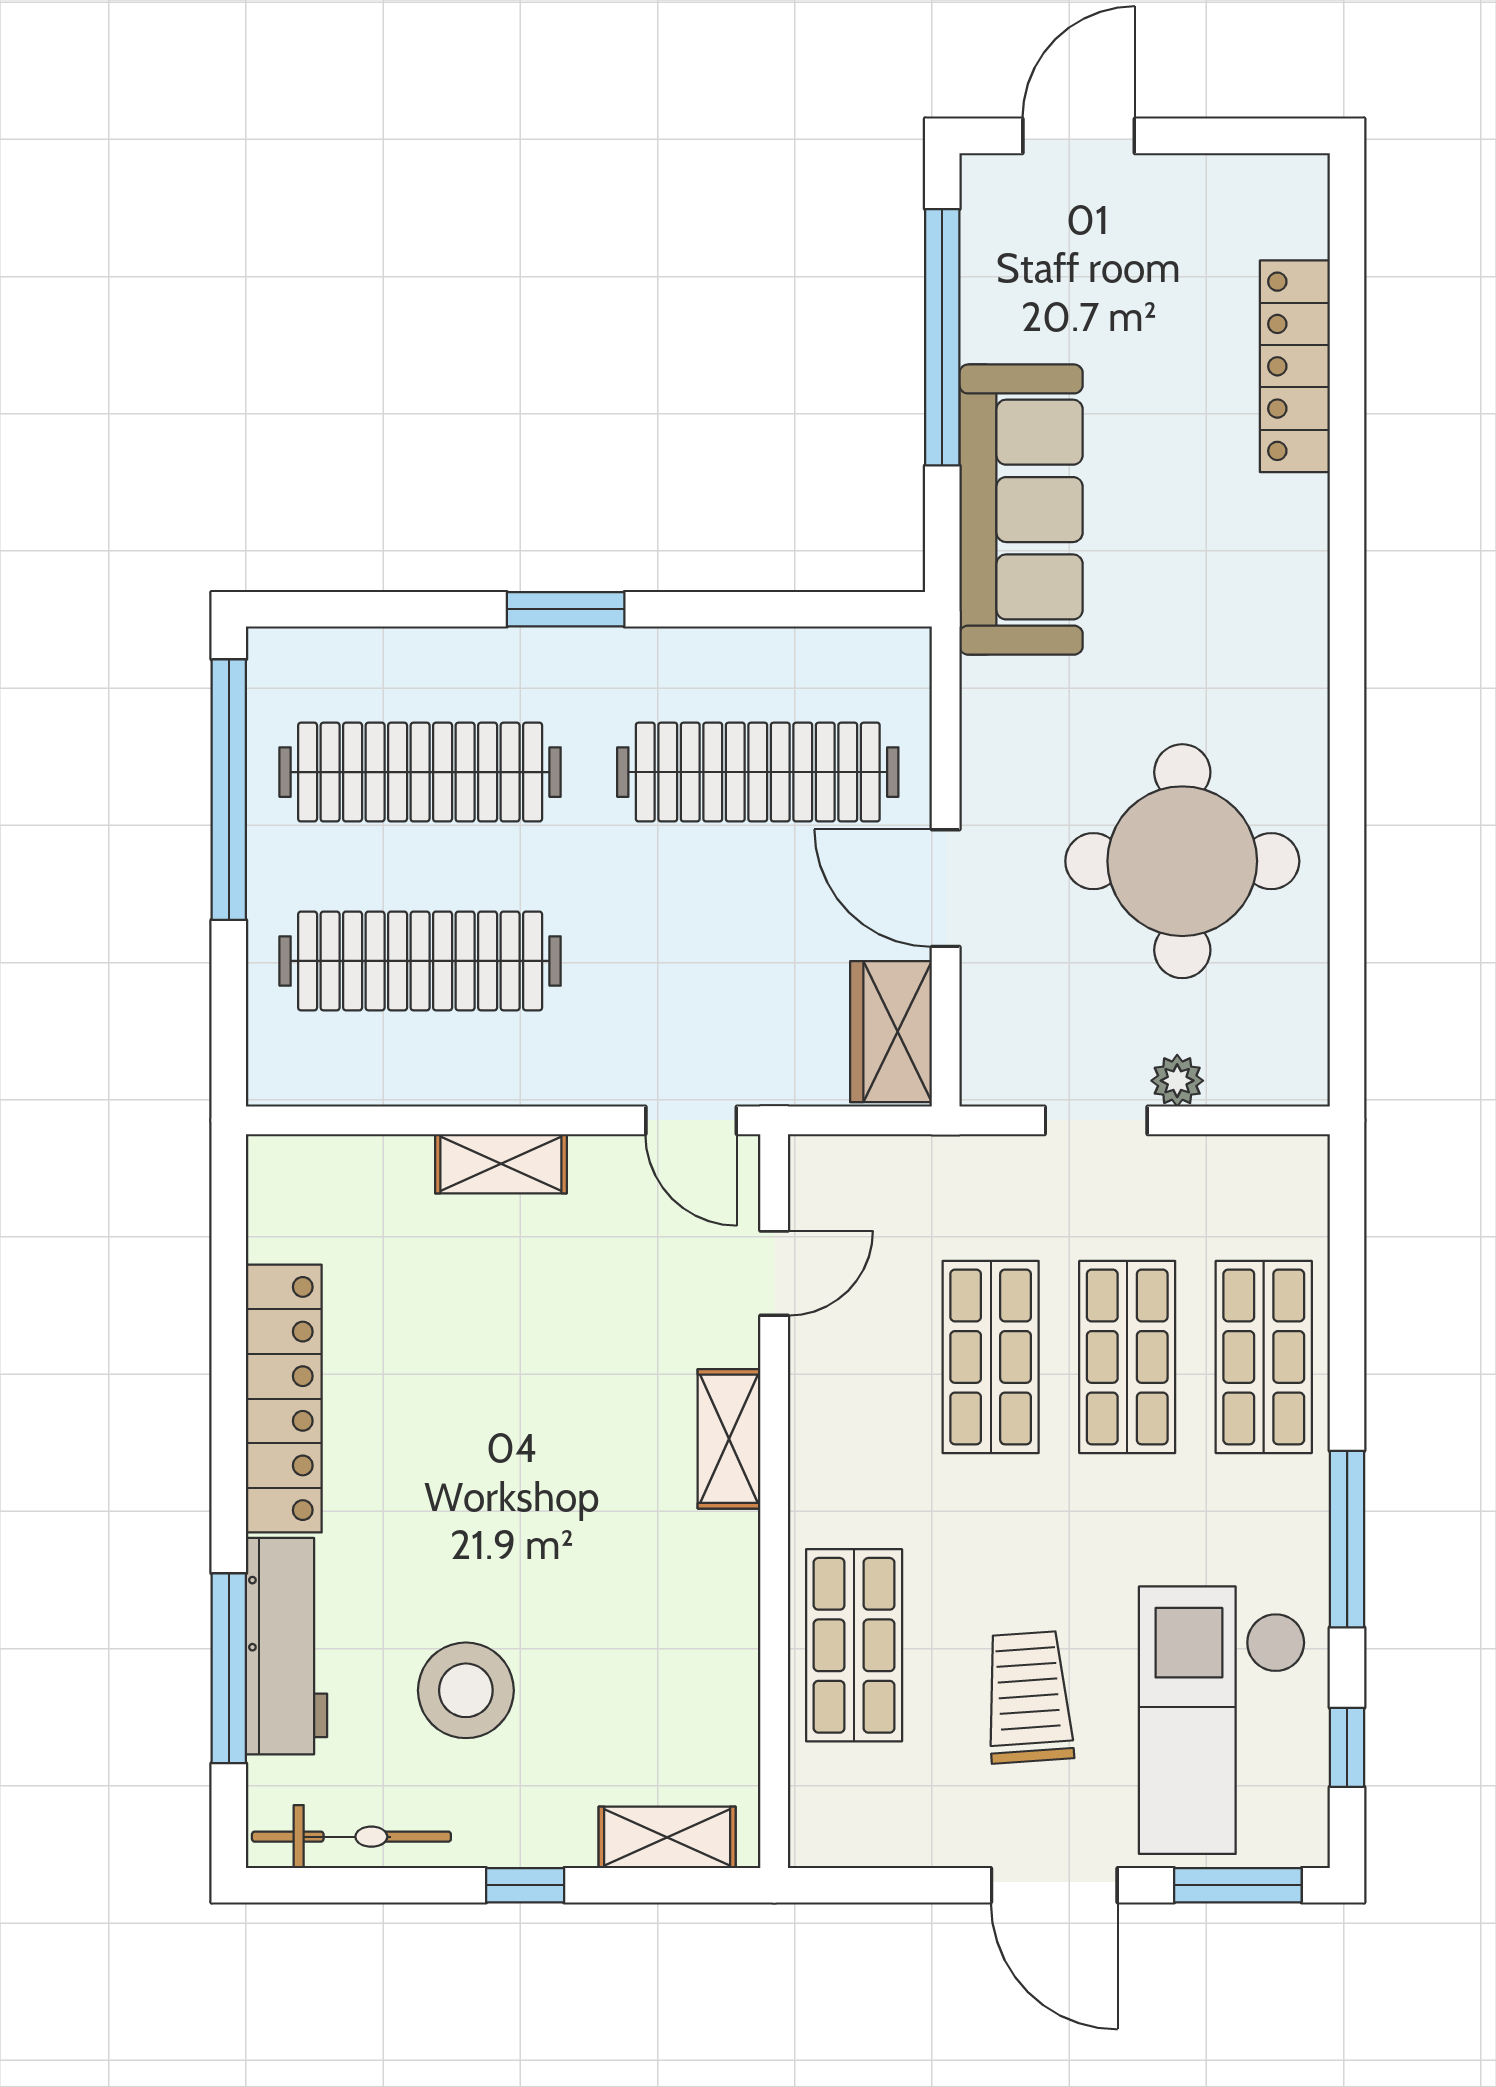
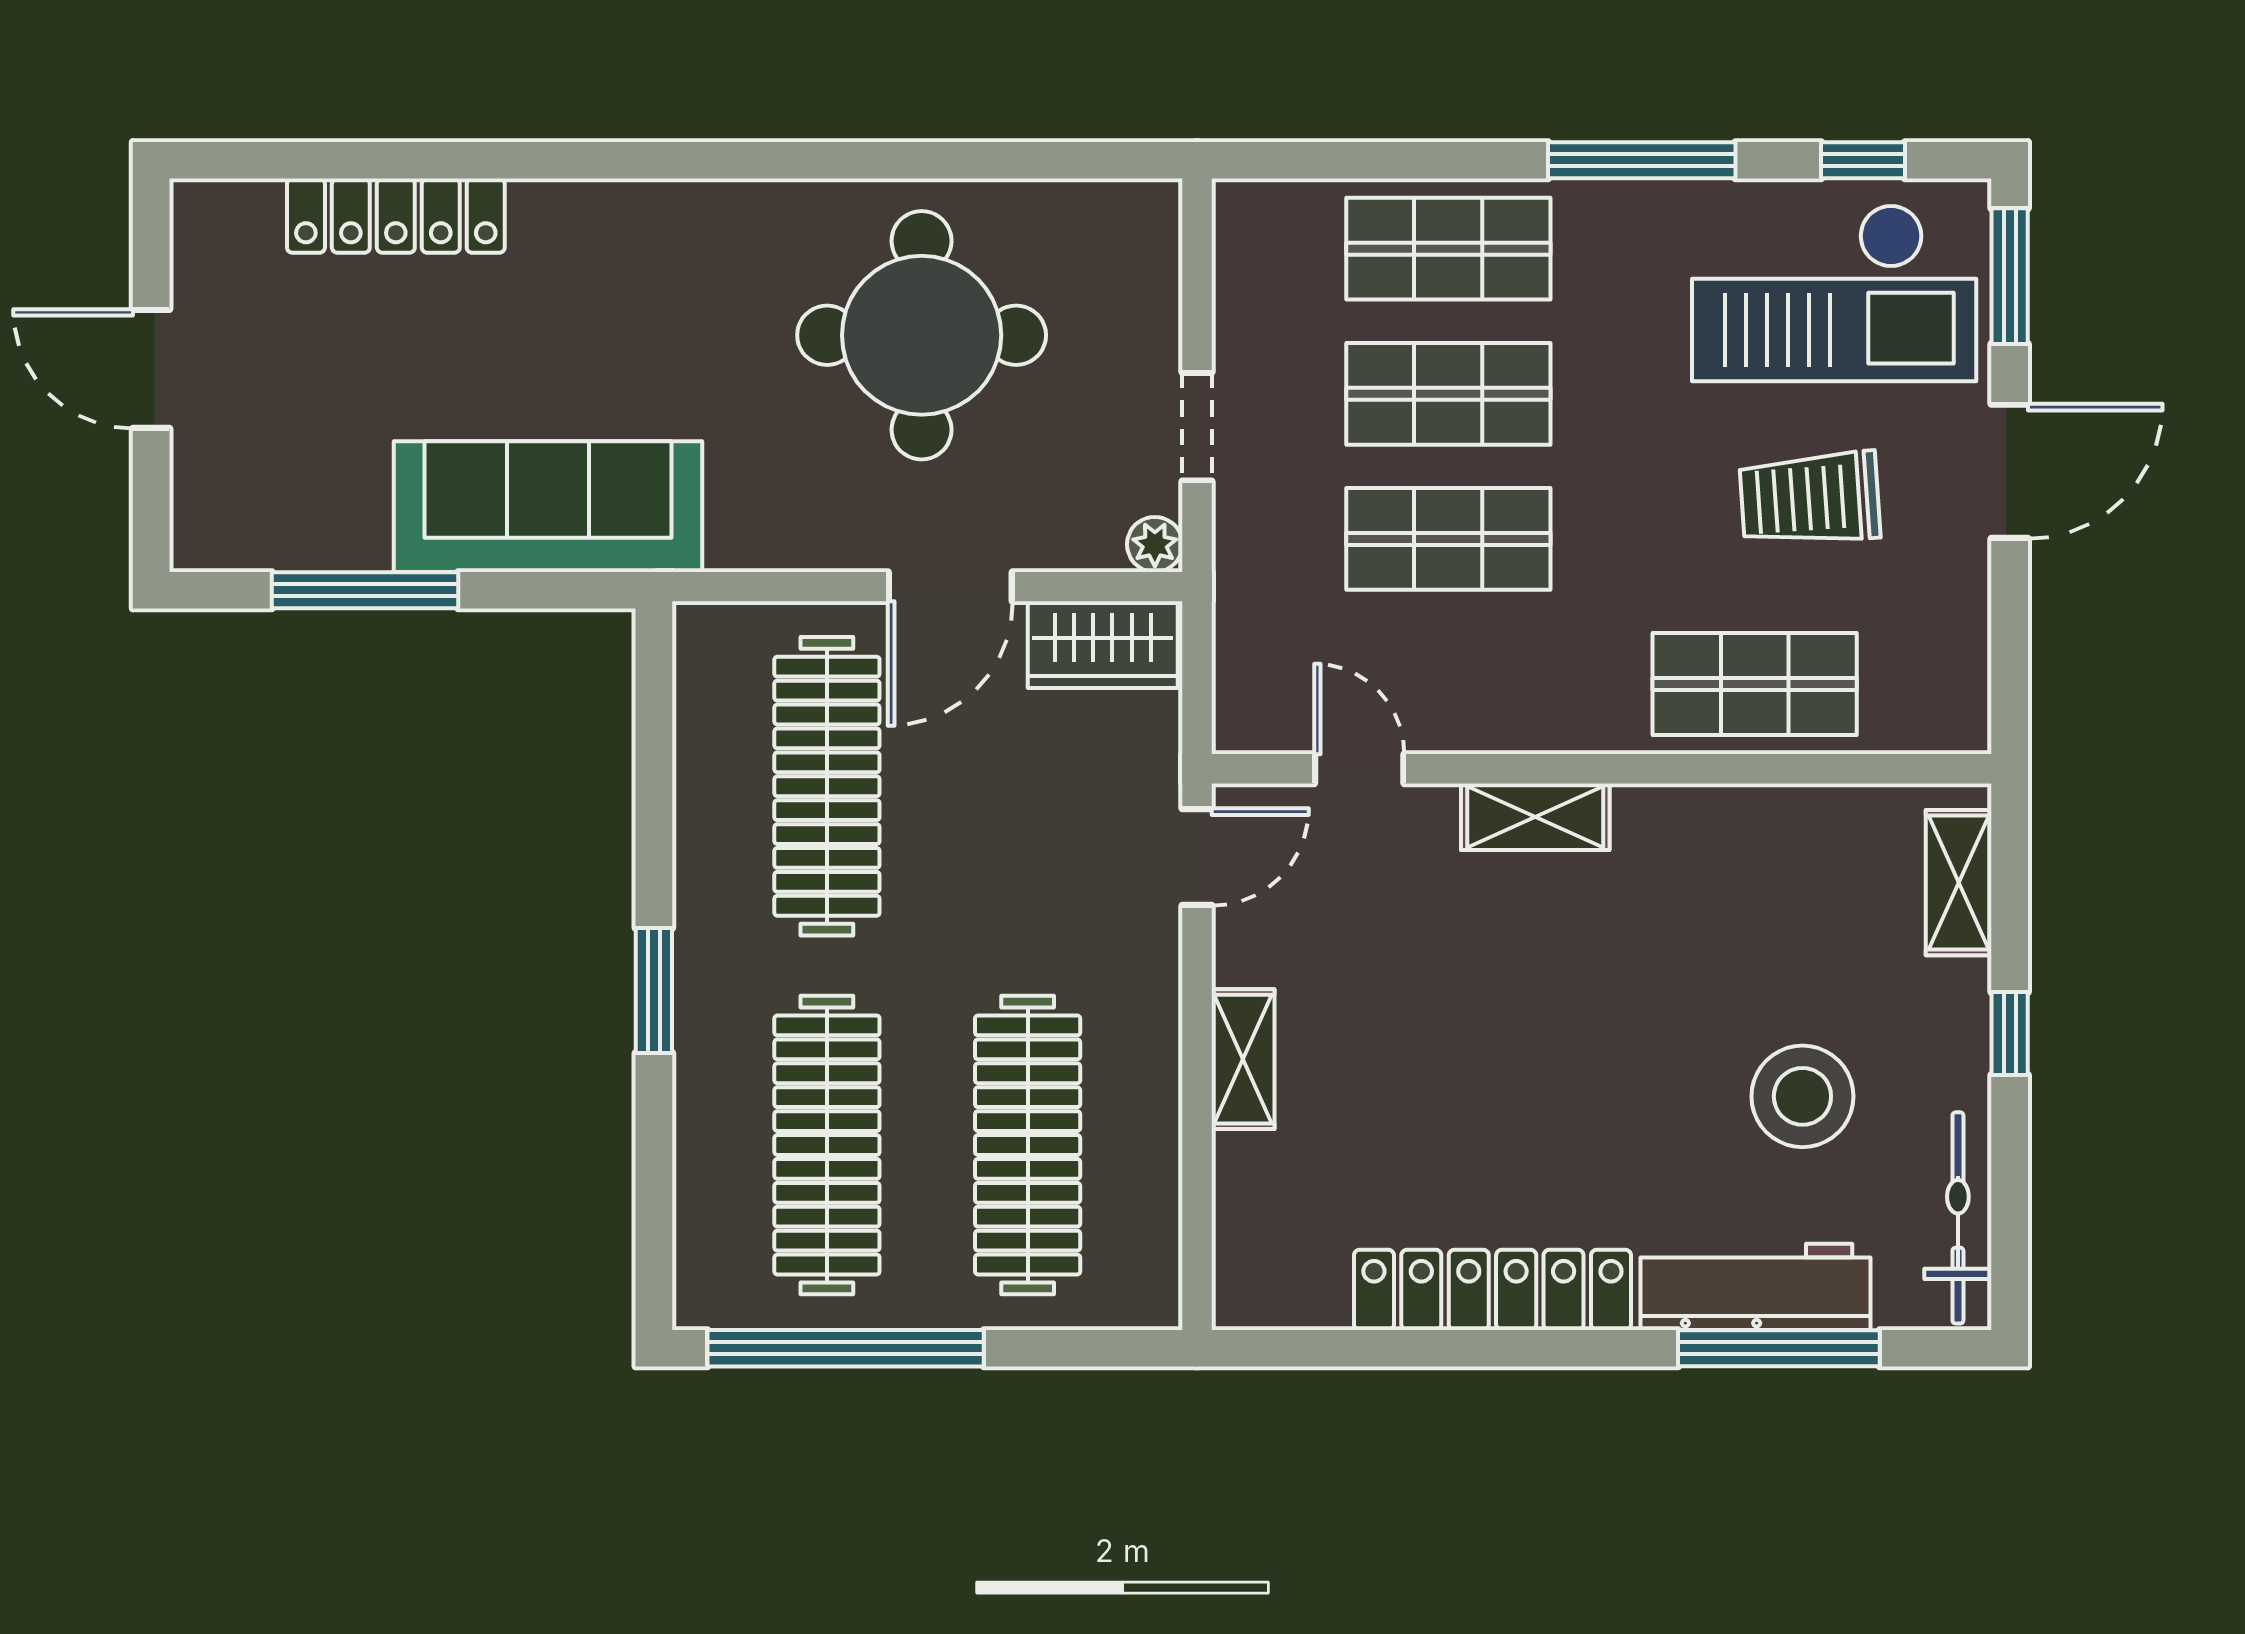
door: (1079, 136) -> (151, 369), moved
window: (942, 337) -> (365, 590), width x0.68
plant: (1177, 1081) -> (1155, 544), moved

